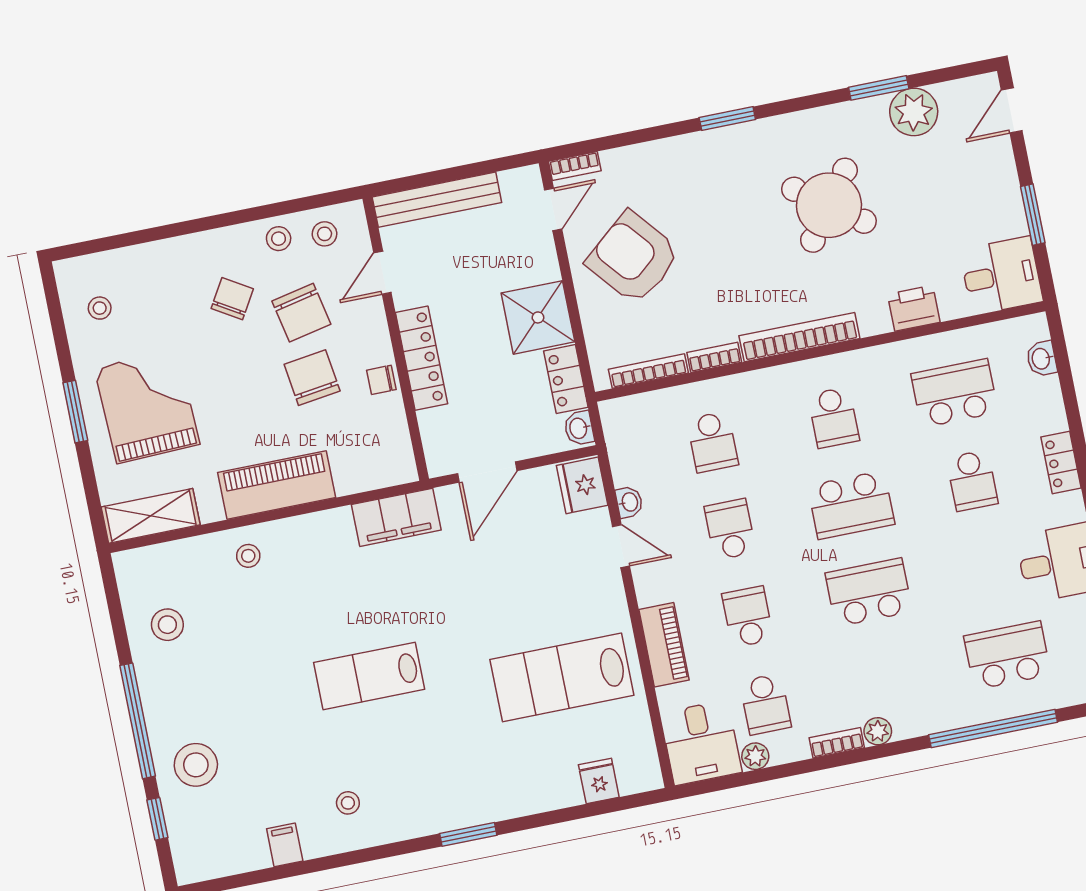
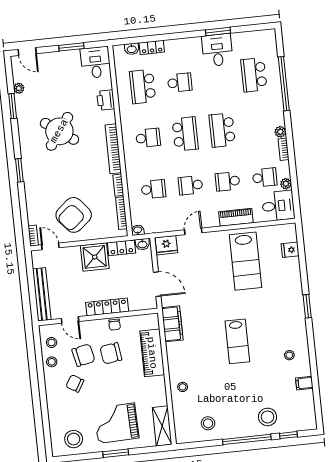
plant: (914, 112) -> (19, 88), width x0.53, depth x0.53
stool: (100, 308) -> (74, 439), width x1.89, depth x1.89
locker: (1061, 462) -> (152, 47), moved
piano: (277, 485) -> (152, 353), moved
washbasin: (629, 502) -> (138, 230), moved

